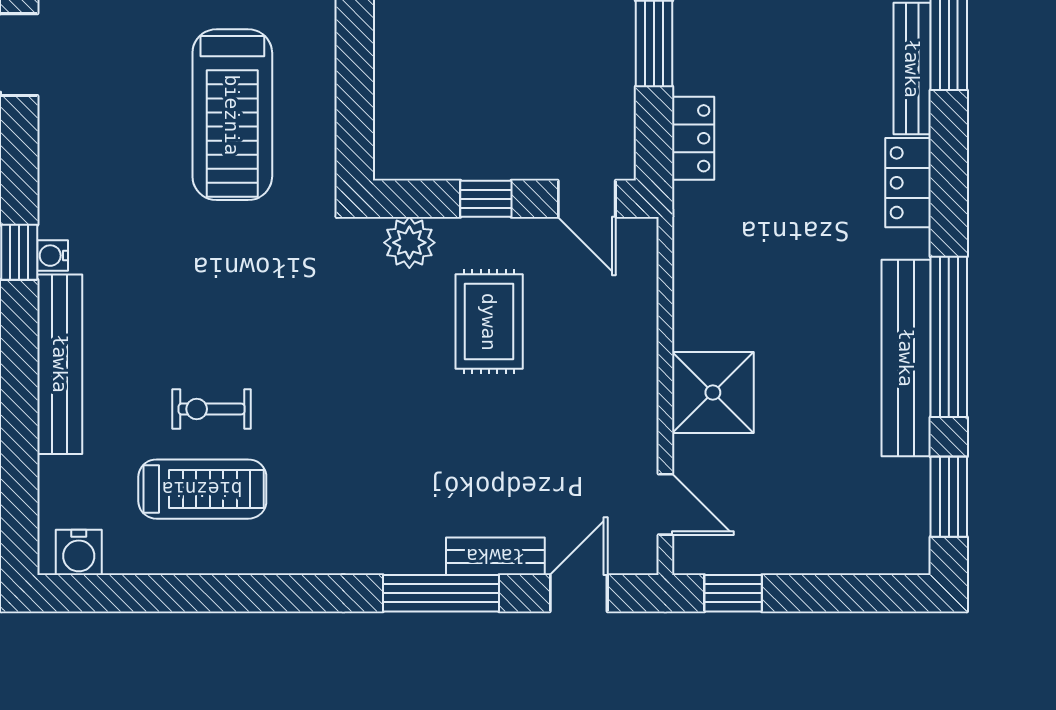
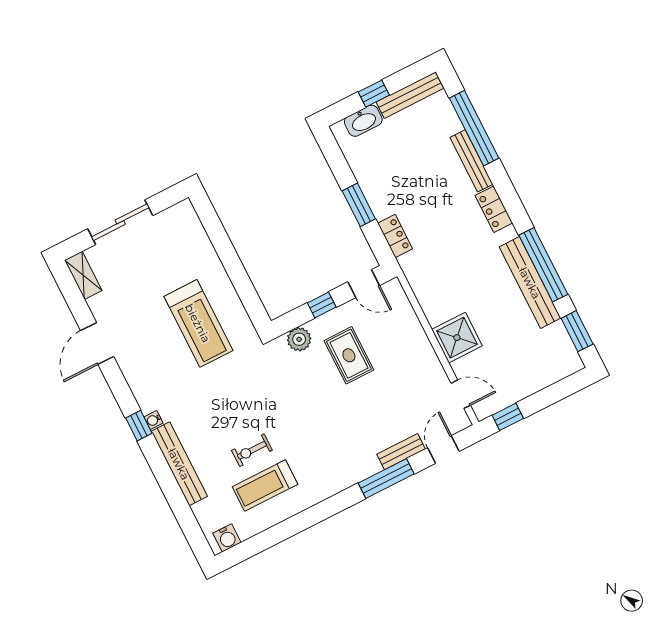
treadmill: (202, 489) -> (265, 485), turned 180

